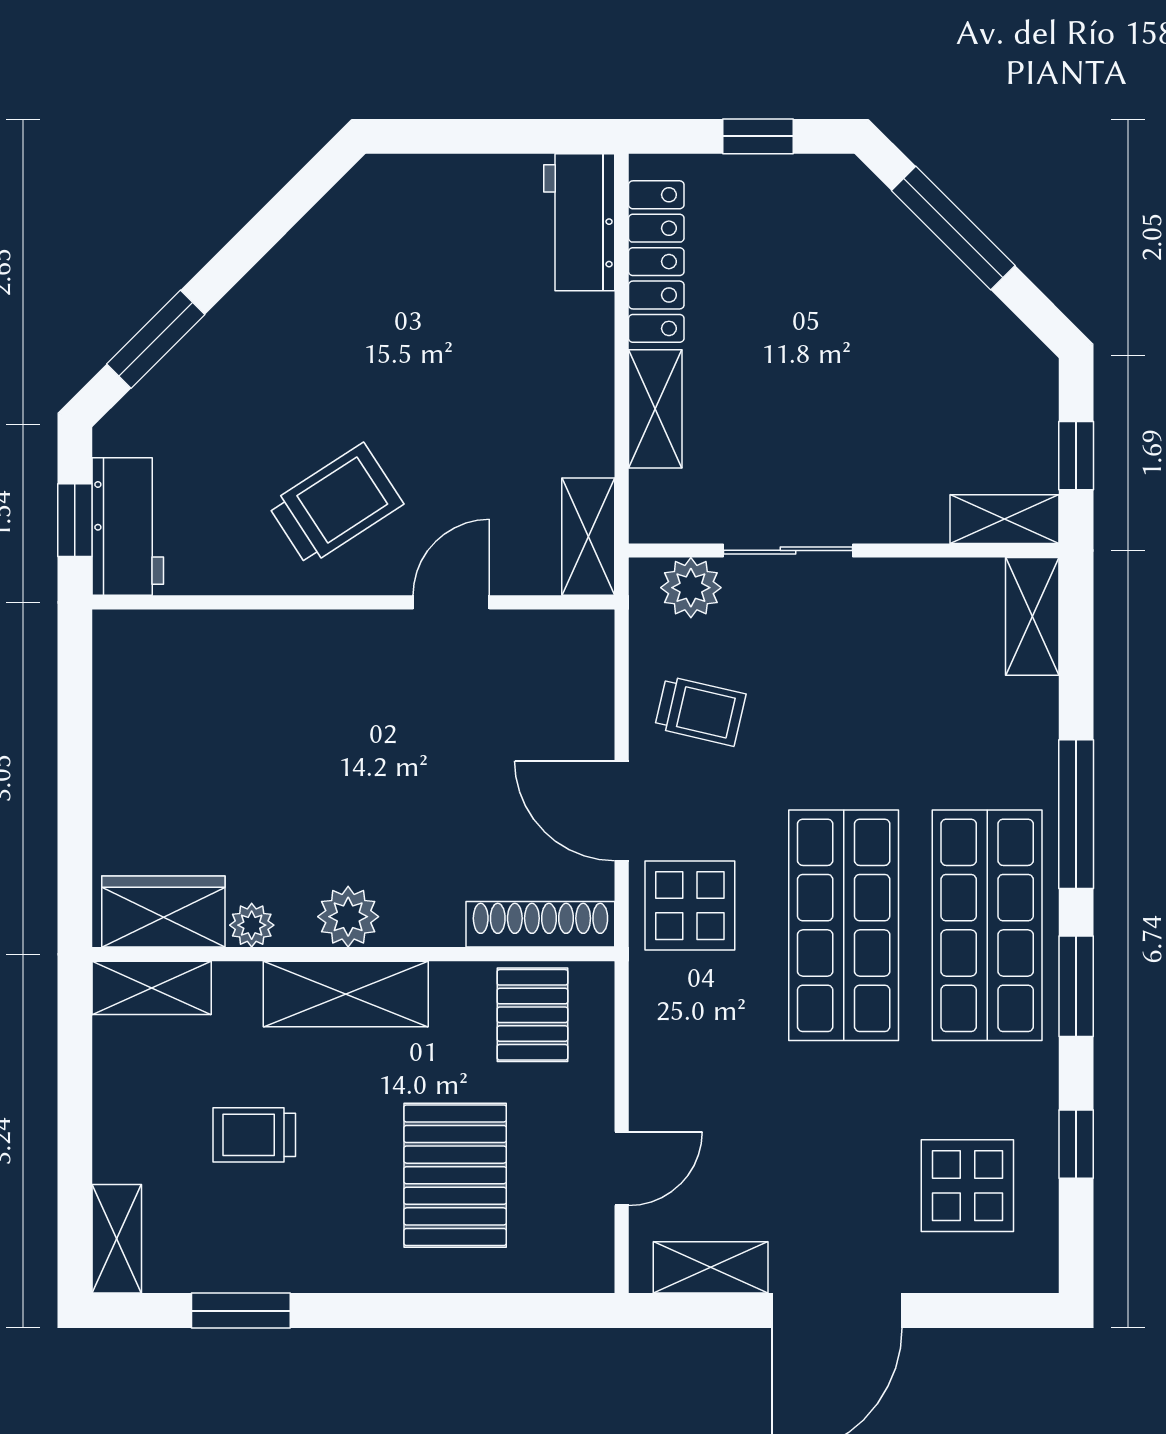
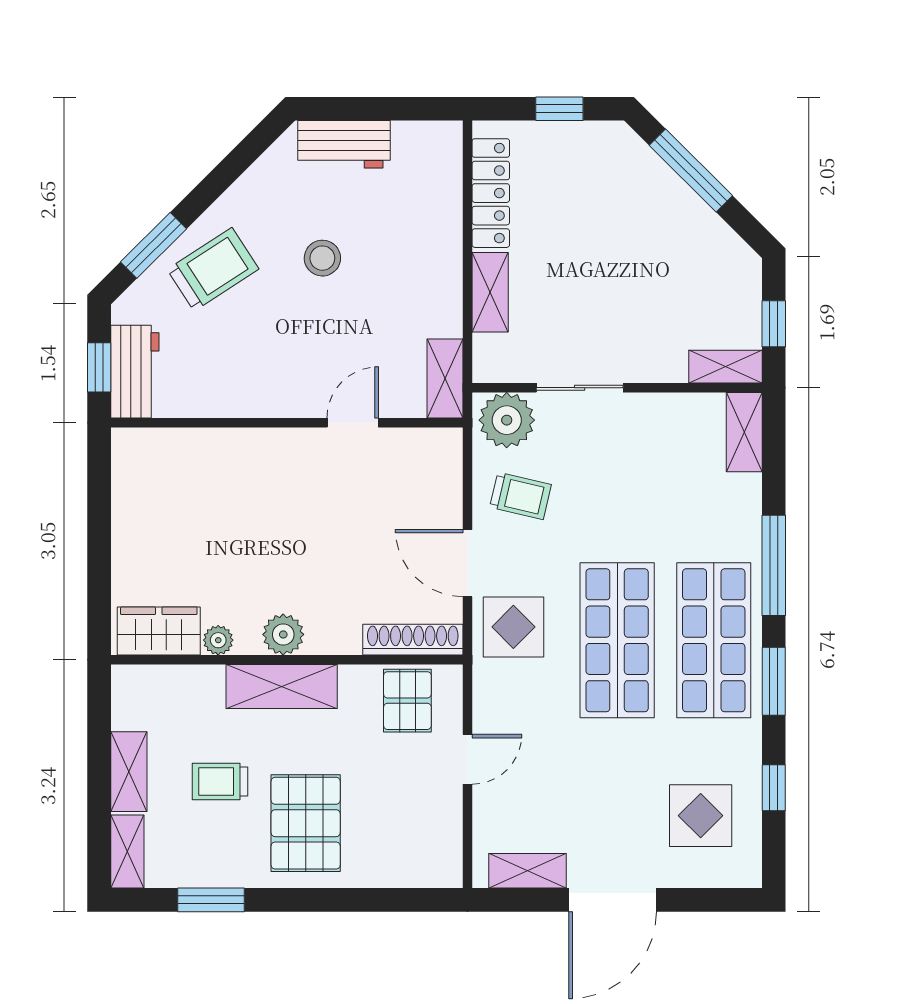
workbench: (579, 222) -> (344, 144), moved, turned -90
stool: (406, 358) -> (322, 258), added
trolley: (336, 504) -> (213, 269), moved
plant: (691, 588) -> (507, 420), width x1.36, depth x1.36
shelving: (152, 988) -> (129, 772), moved, turned 90
door: (622, 1169) -> (468, 759), moved
pallet: (455, 1175) -> (306, 823), moved

